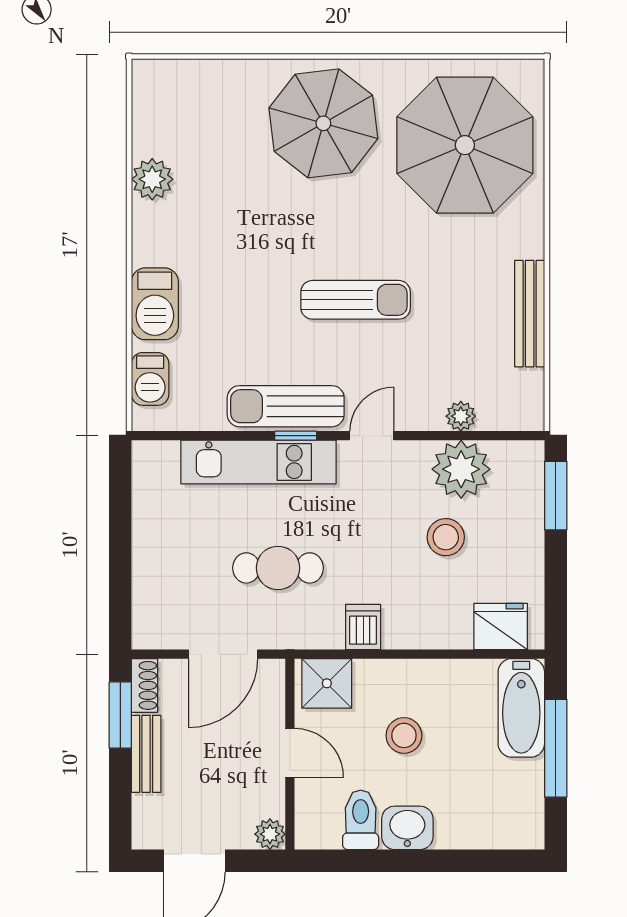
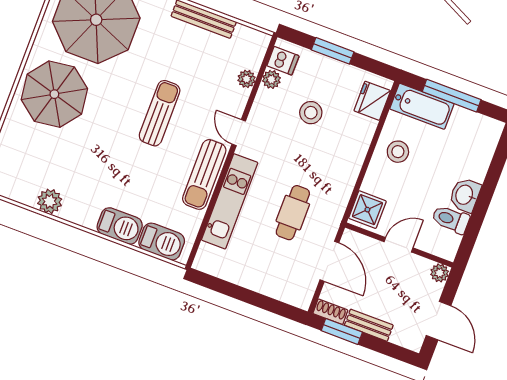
barbecue: (150, 379) -> (162, 242), width x1.38, depth x1.27
window: (296, 436) -> (223, 175), removed
plant: (461, 469) -> (271, 79), width x0.53, depth x0.53
window: (556, 496) -> (333, 51), moved
dishwasher: (363, 627) -> (283, 61), moved, turned 180
stool: (404, 735) -> (398, 152), moved

